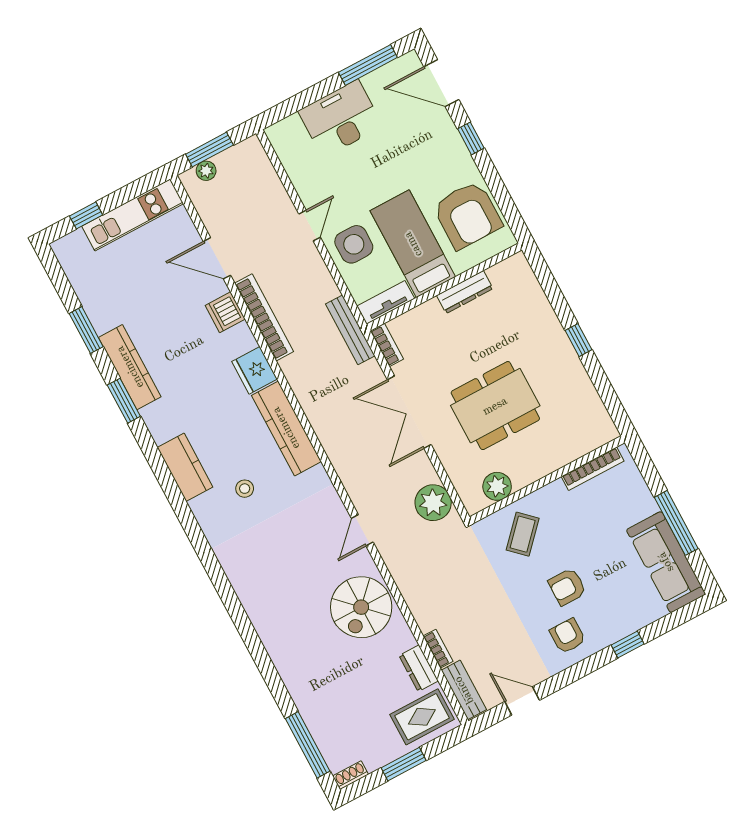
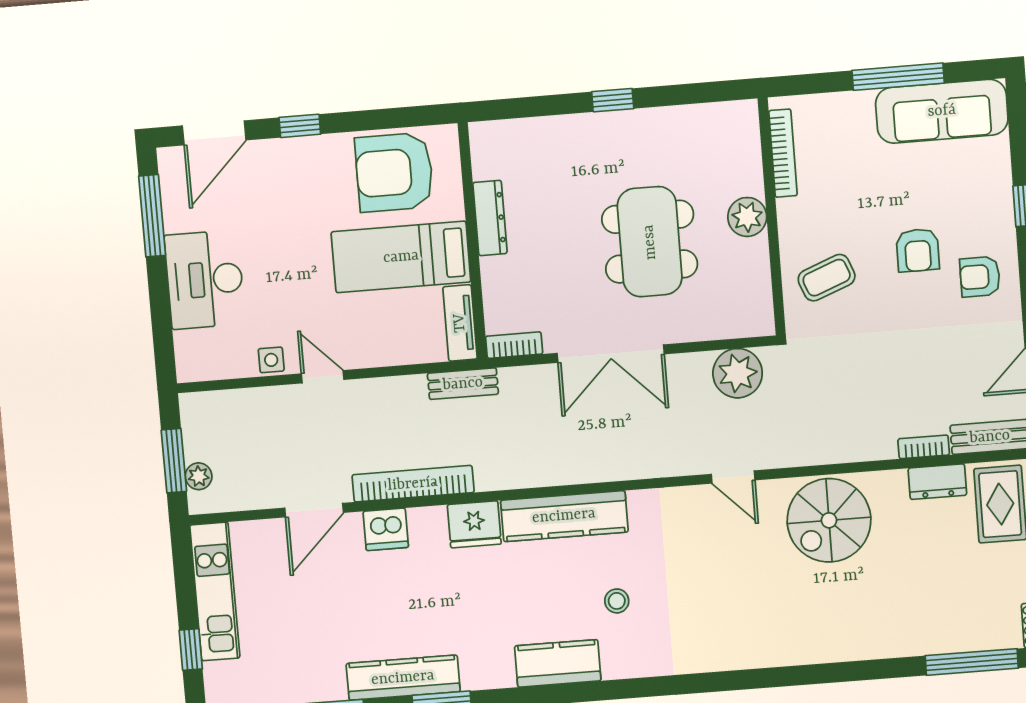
armchair: (467, 215) -> (394, 172), turned 180
side table: (354, 244) -> (271, 360), moved, width x0.54, depth x0.54
bench: (350, 330) -> (463, 384), width x0.73
plant: (497, 486) -> (747, 217), moved
coffee table: (523, 534) -> (827, 278), turned -64
spiral stairs: (361, 607) -> (829, 520), turned 90

